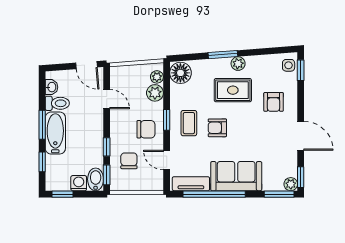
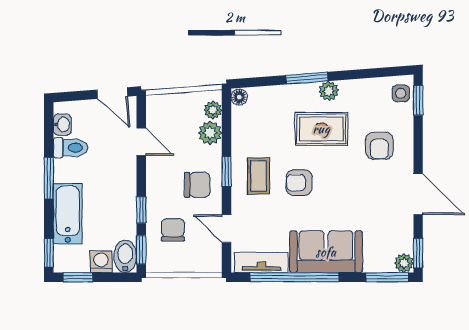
floor lamp: (180, 73) -> (239, 97), width x0.53, depth x0.53
bathtub: (55, 133) -> (68, 214), moved
window: (42, 162) -> (49, 253), moved

